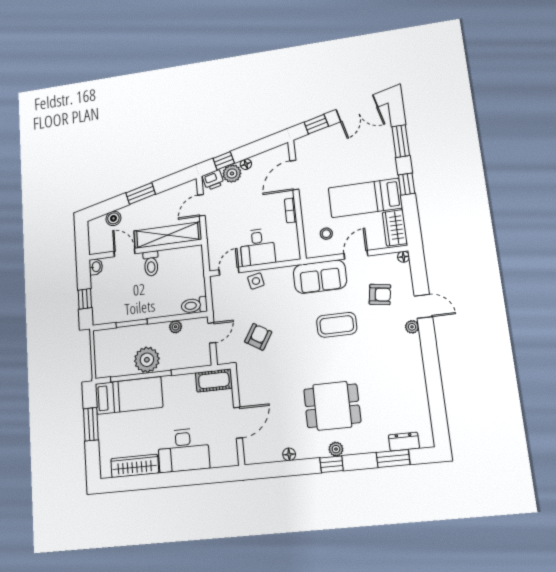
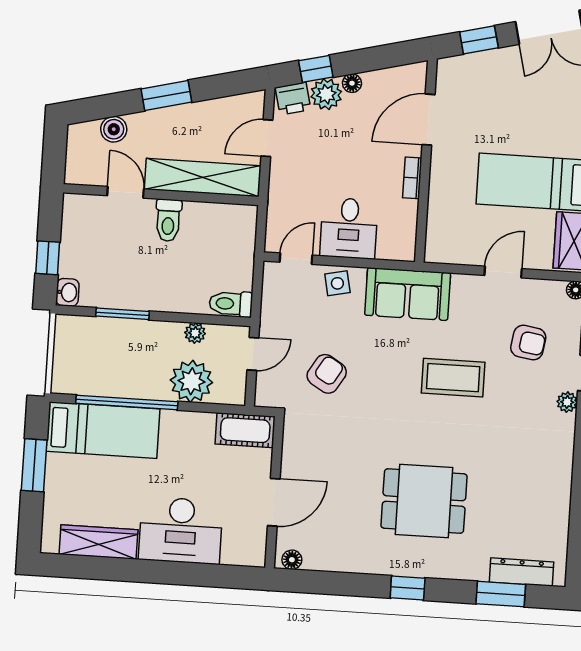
stool: (326, 234) -> (463, 228), removed
washbasin: (96, 267) -> (67, 292), moved
sofa: (320, 277) -> (408, 294), moved
plant: (147, 360) -> (191, 381), moved
dresser: (404, 442) -> (521, 572), width x1.44
plant: (336, 449) -> (418, 567), removed
floor lamp: (289, 454) -> (292, 560), moved

